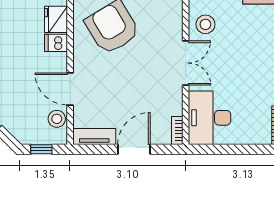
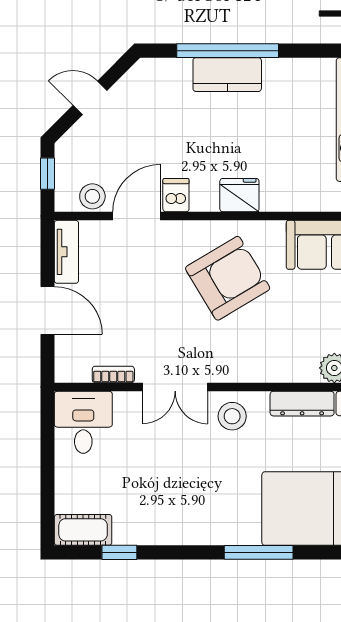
dishwasher: (56, 43) -> (176, 195), moved
desk: (210, 118) -> (83, 422), width x0.73
bookcase: (177, 130) -> (113, 374), moved

